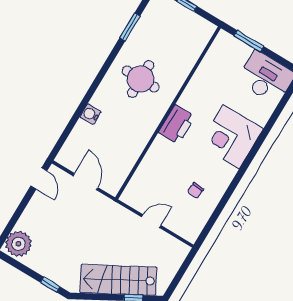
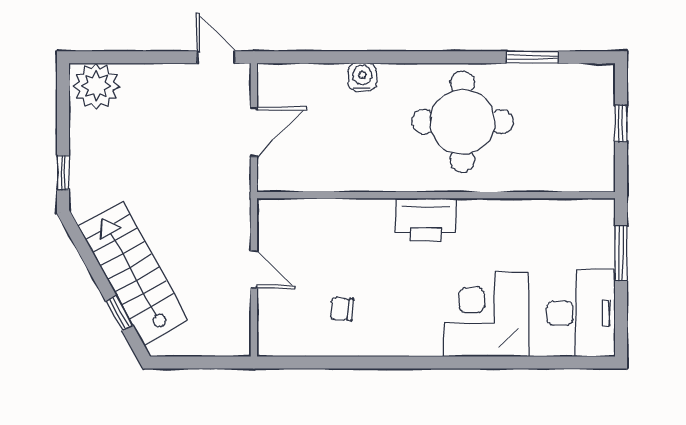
round table: (141, 79) -> (463, 122), width x1.36, depth x1.36
corner desk: (231, 137) -> (486, 314), moved
door: (39, 178) -> (216, 57), swing flipped

